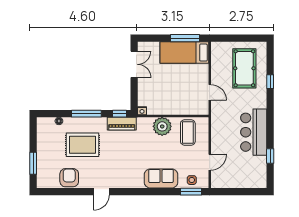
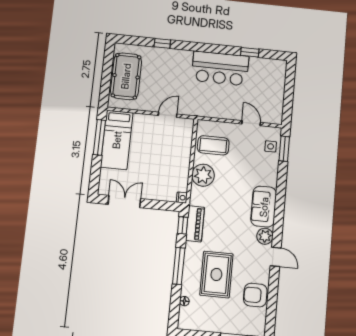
pool table: (244, 68) -> (126, 76), moved, turned 90
sofa: (161, 178) -> (264, 207), moved
plant: (117, 181) -> (265, 236), added

